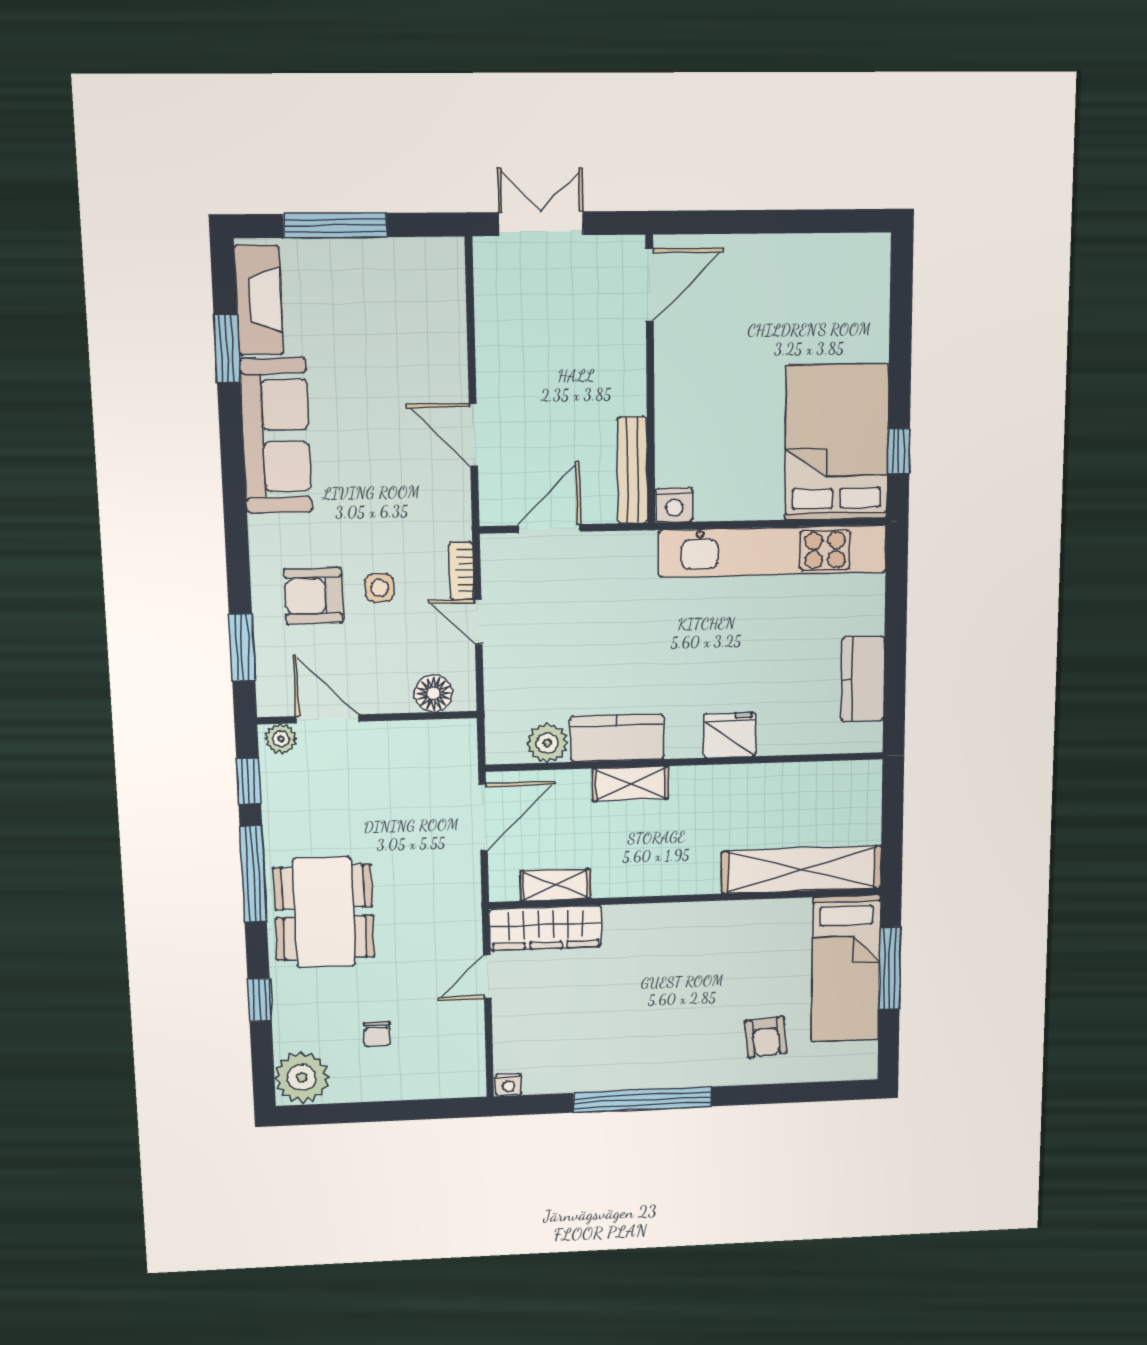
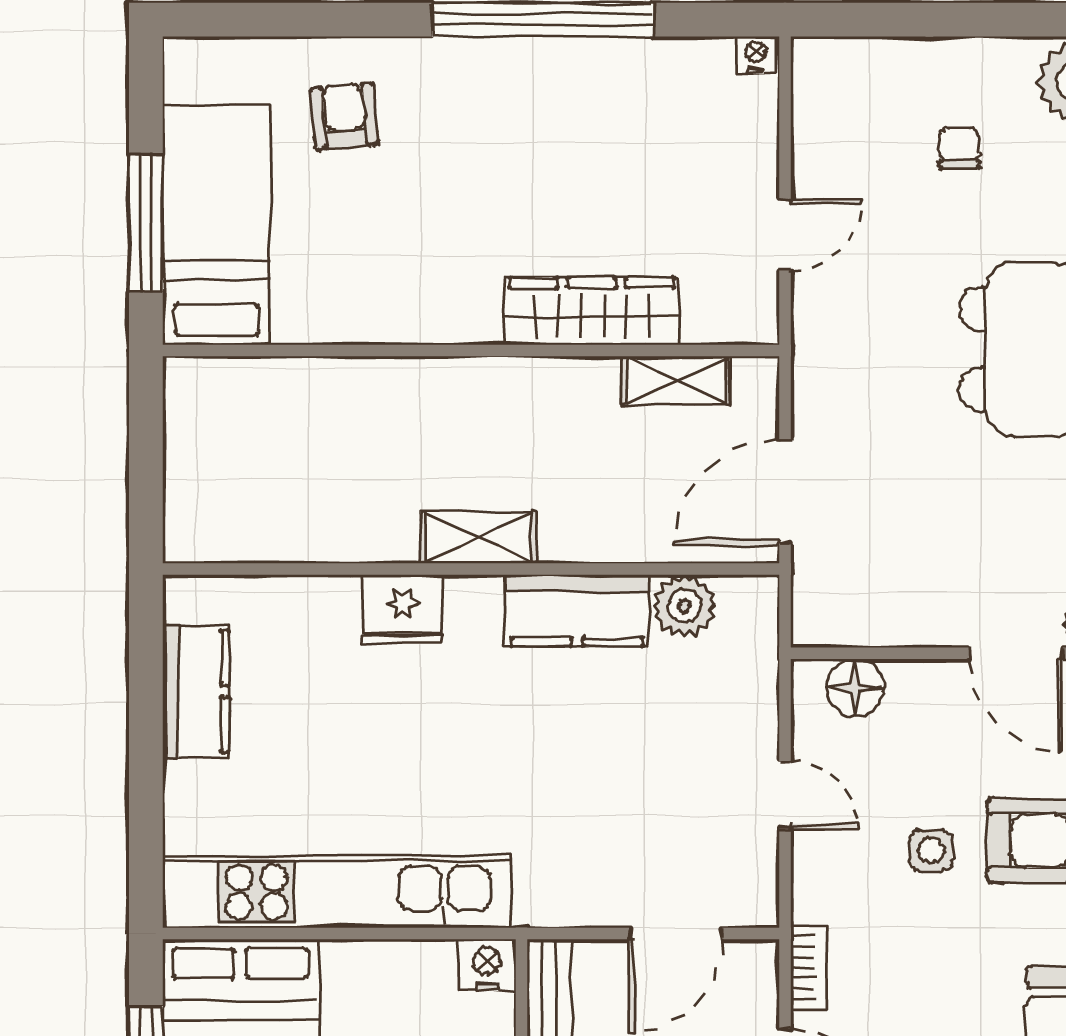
bookcase: (461, 571) -> (808, 968), moved
shelving: (631, 784) -> (479, 537), moved
shelving: (802, 870) -> (289, 390), removed
wardrobe: (546, 928) -> (592, 311), moved

